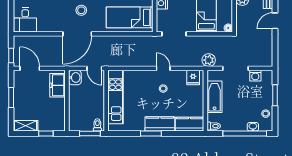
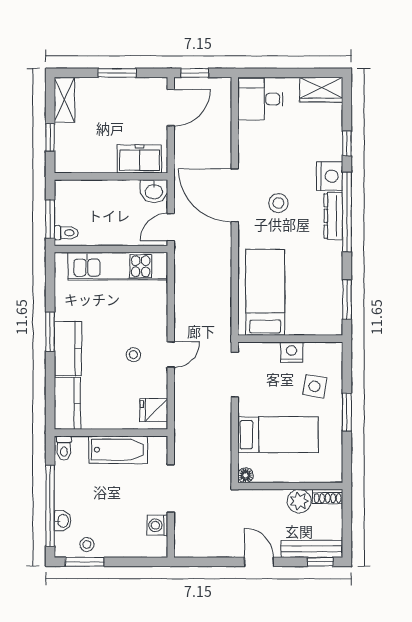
plant: (209, 60) -> (186, 439), removed
window: (275, 95) -> (85, 562), moved

